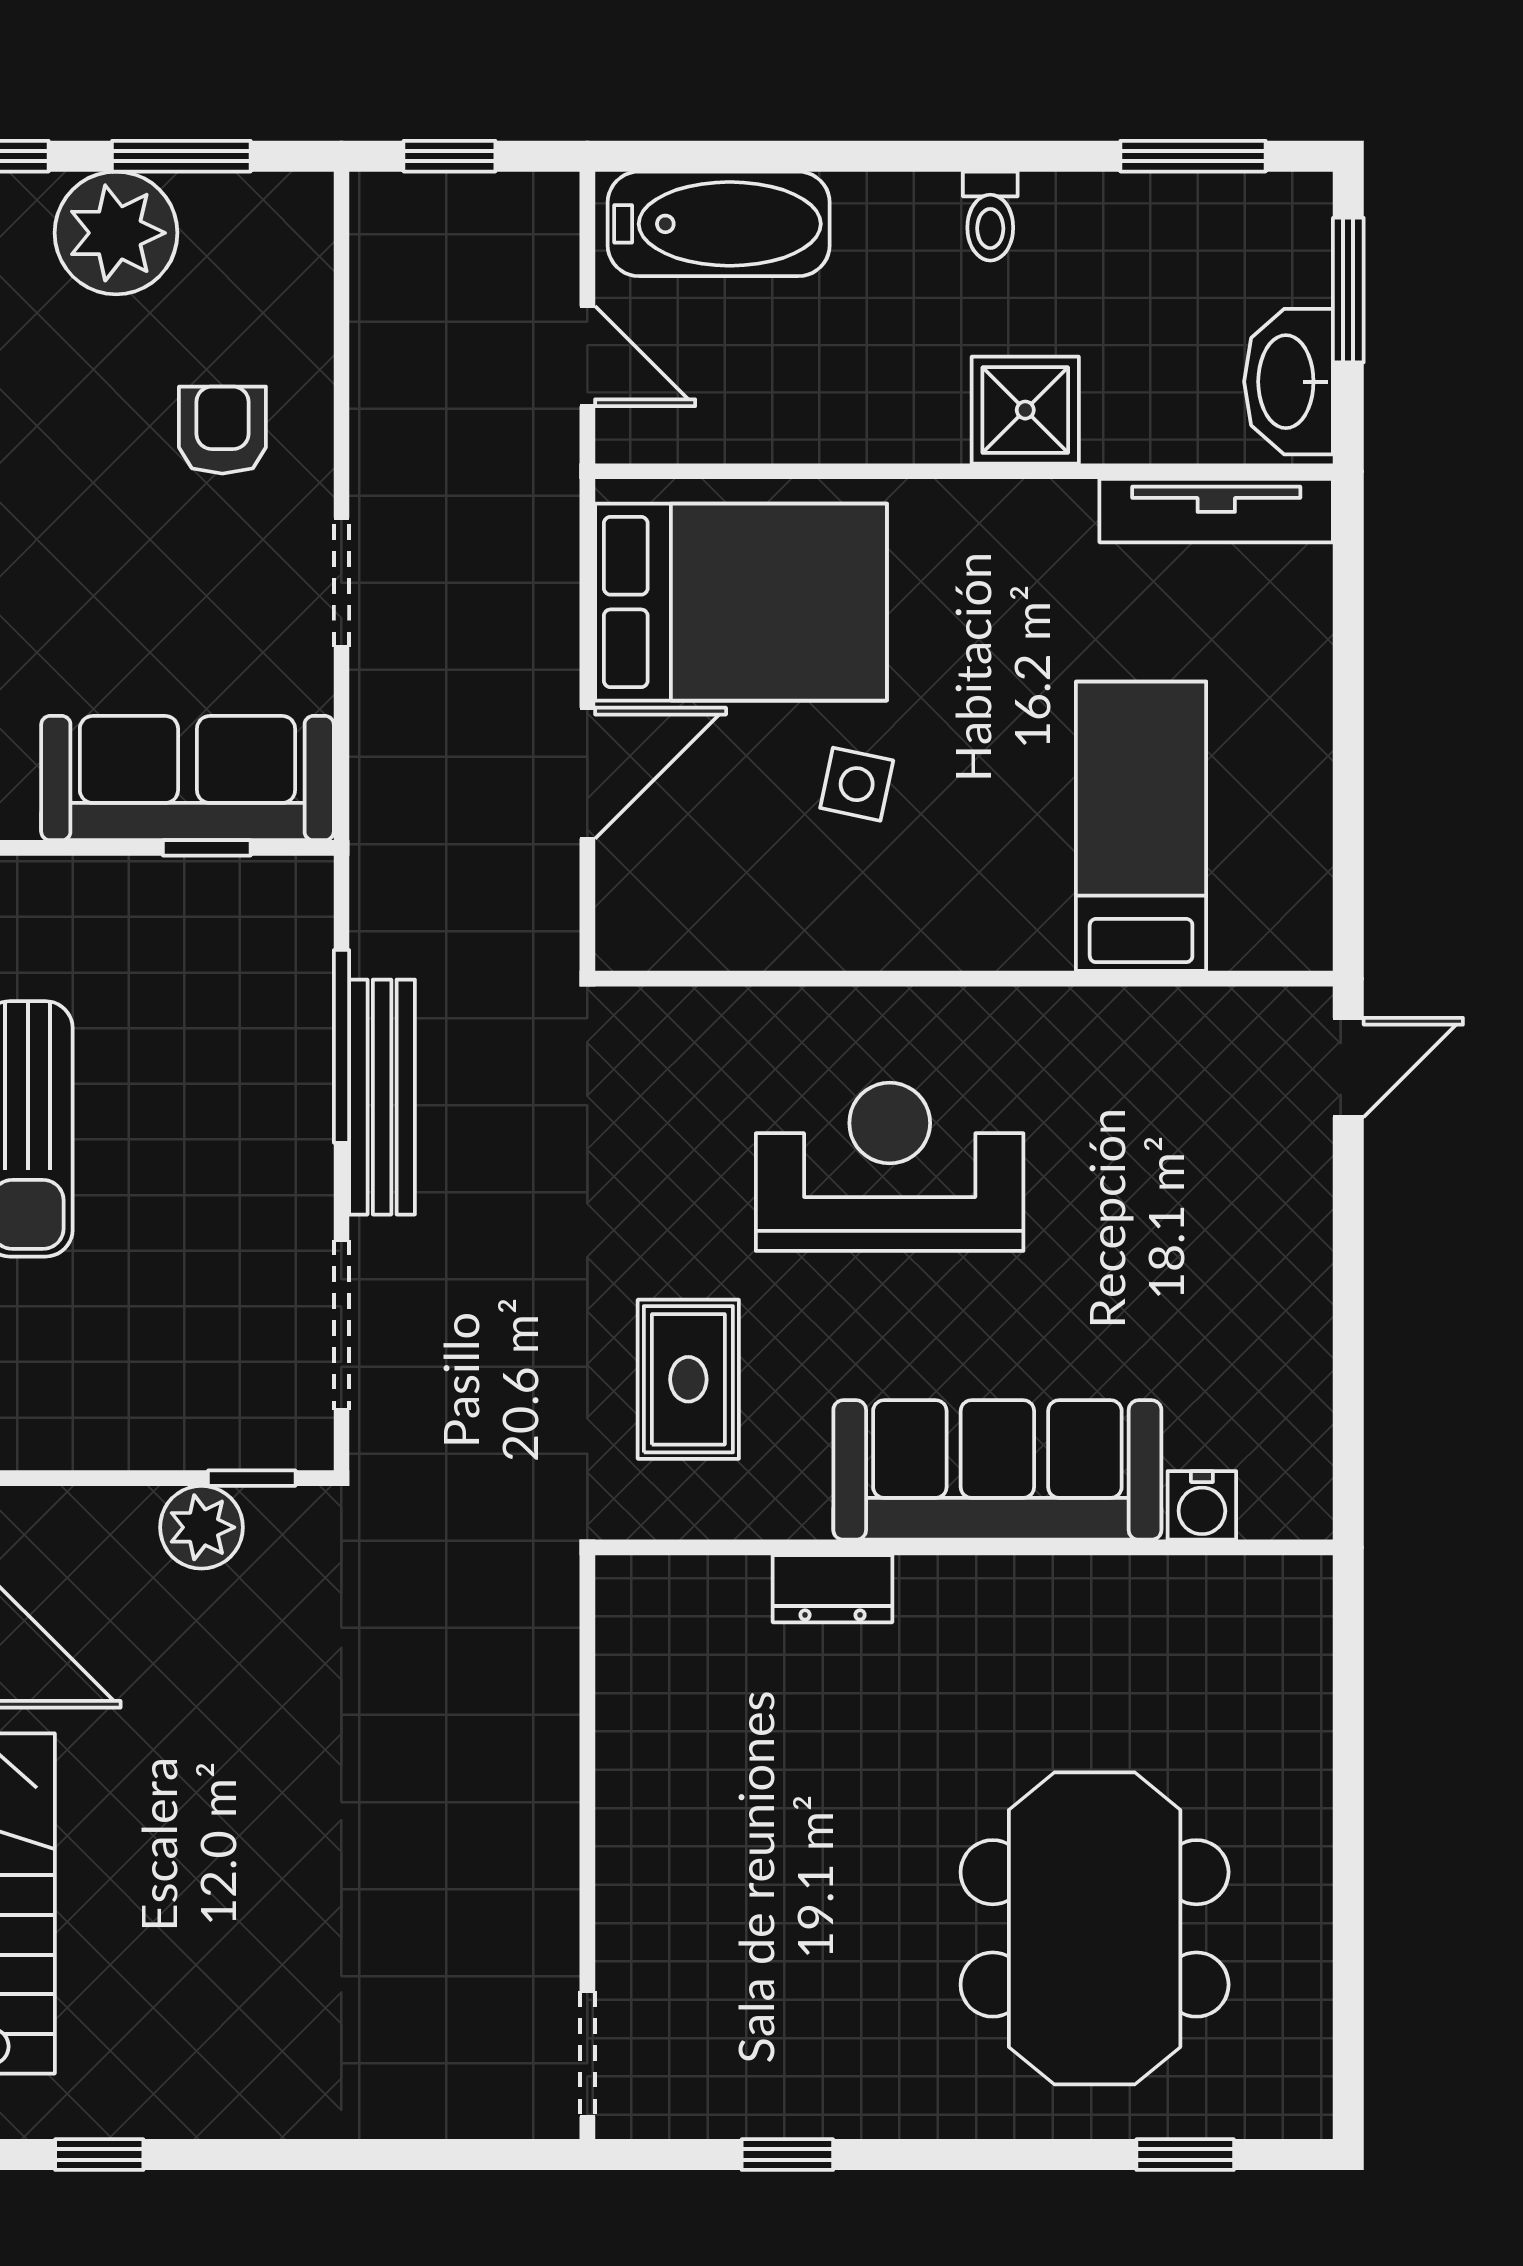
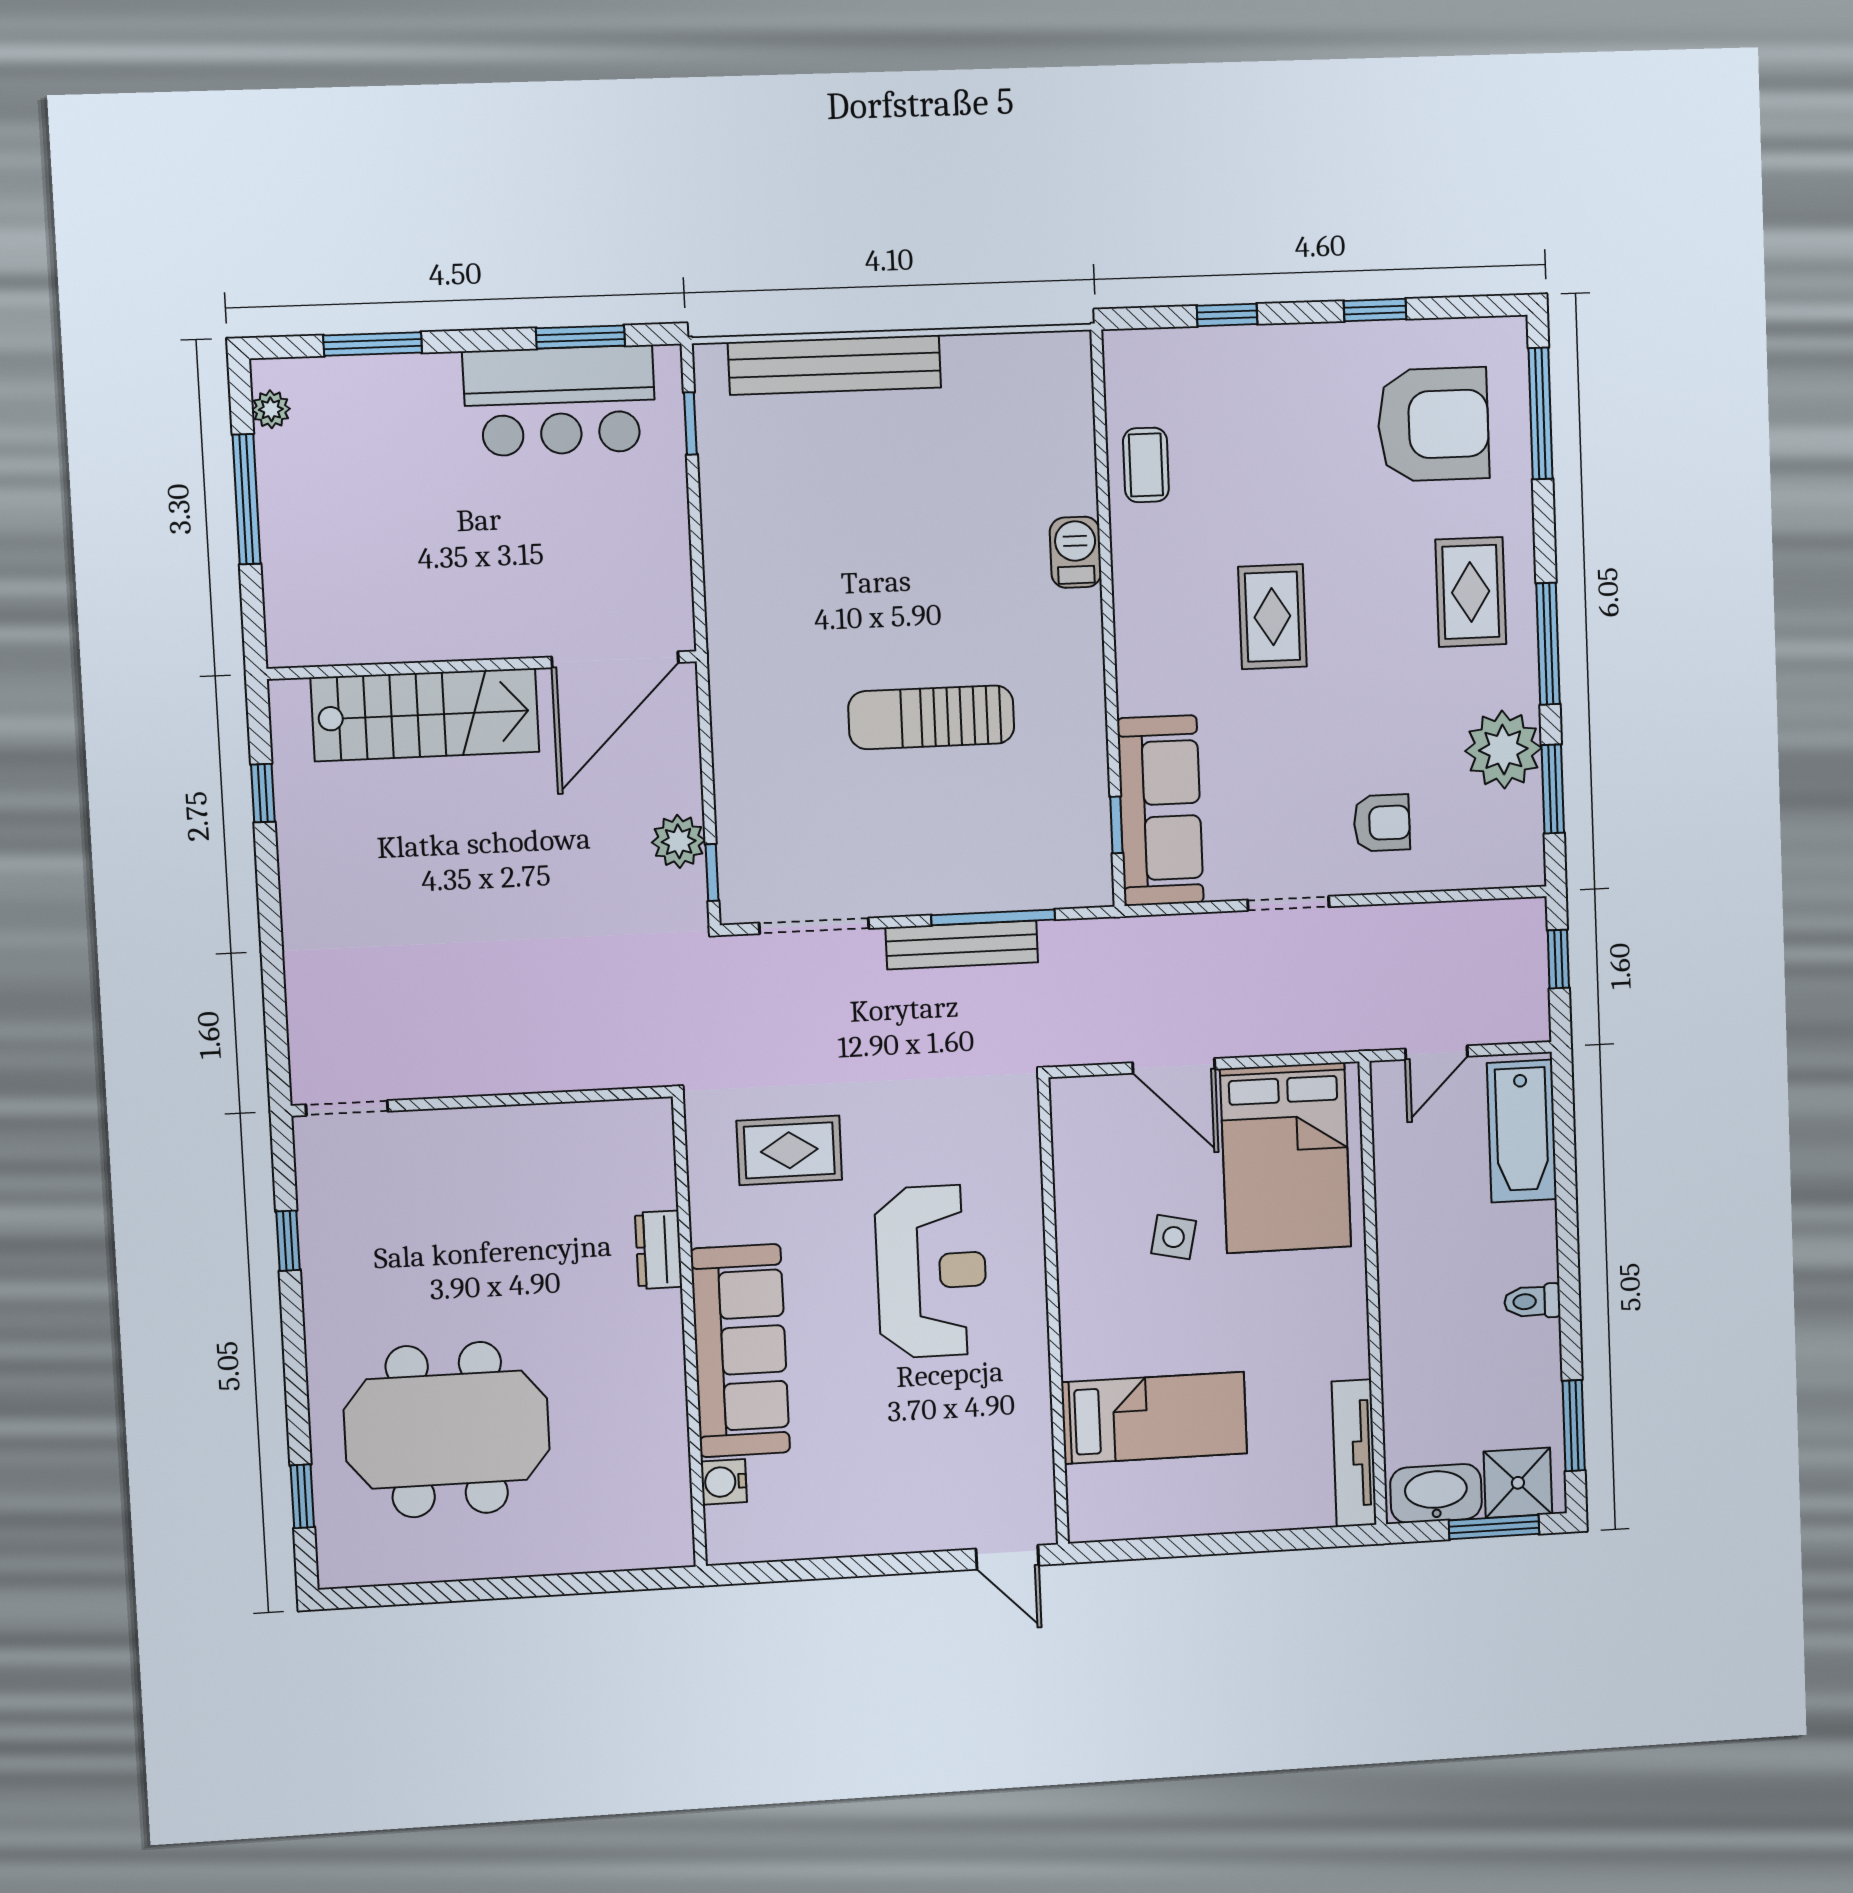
shower: (1025, 410) -> (1518, 1483), moved

